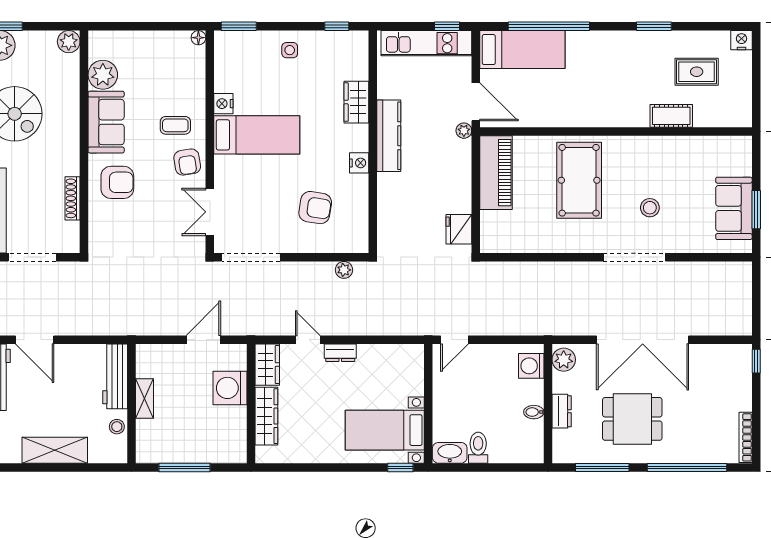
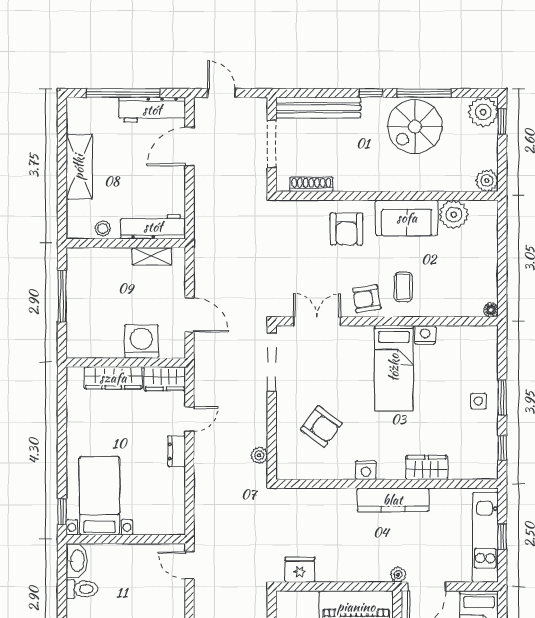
window: (239, 26) -> (502, 397), moved
window: (447, 26) -> (502, 537), moved
shoe rack: (73, 198) -> (311, 184), moved
armchair: (315, 208) -> (321, 426), turned -63
shelving: (145, 398) -> (152, 256), moved

